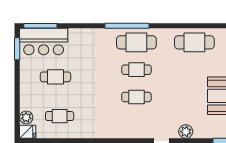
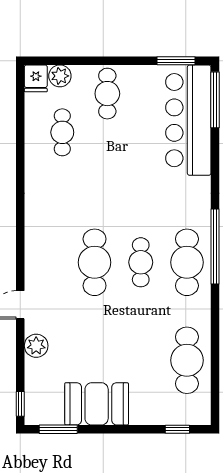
bar counter: (44, 42) -> (188, 120), width x1.36
cafe table: (55, 77) -> (107, 94), moved
cafe table: (136, 97) -> (95, 262), width x1.37, depth x1.35

